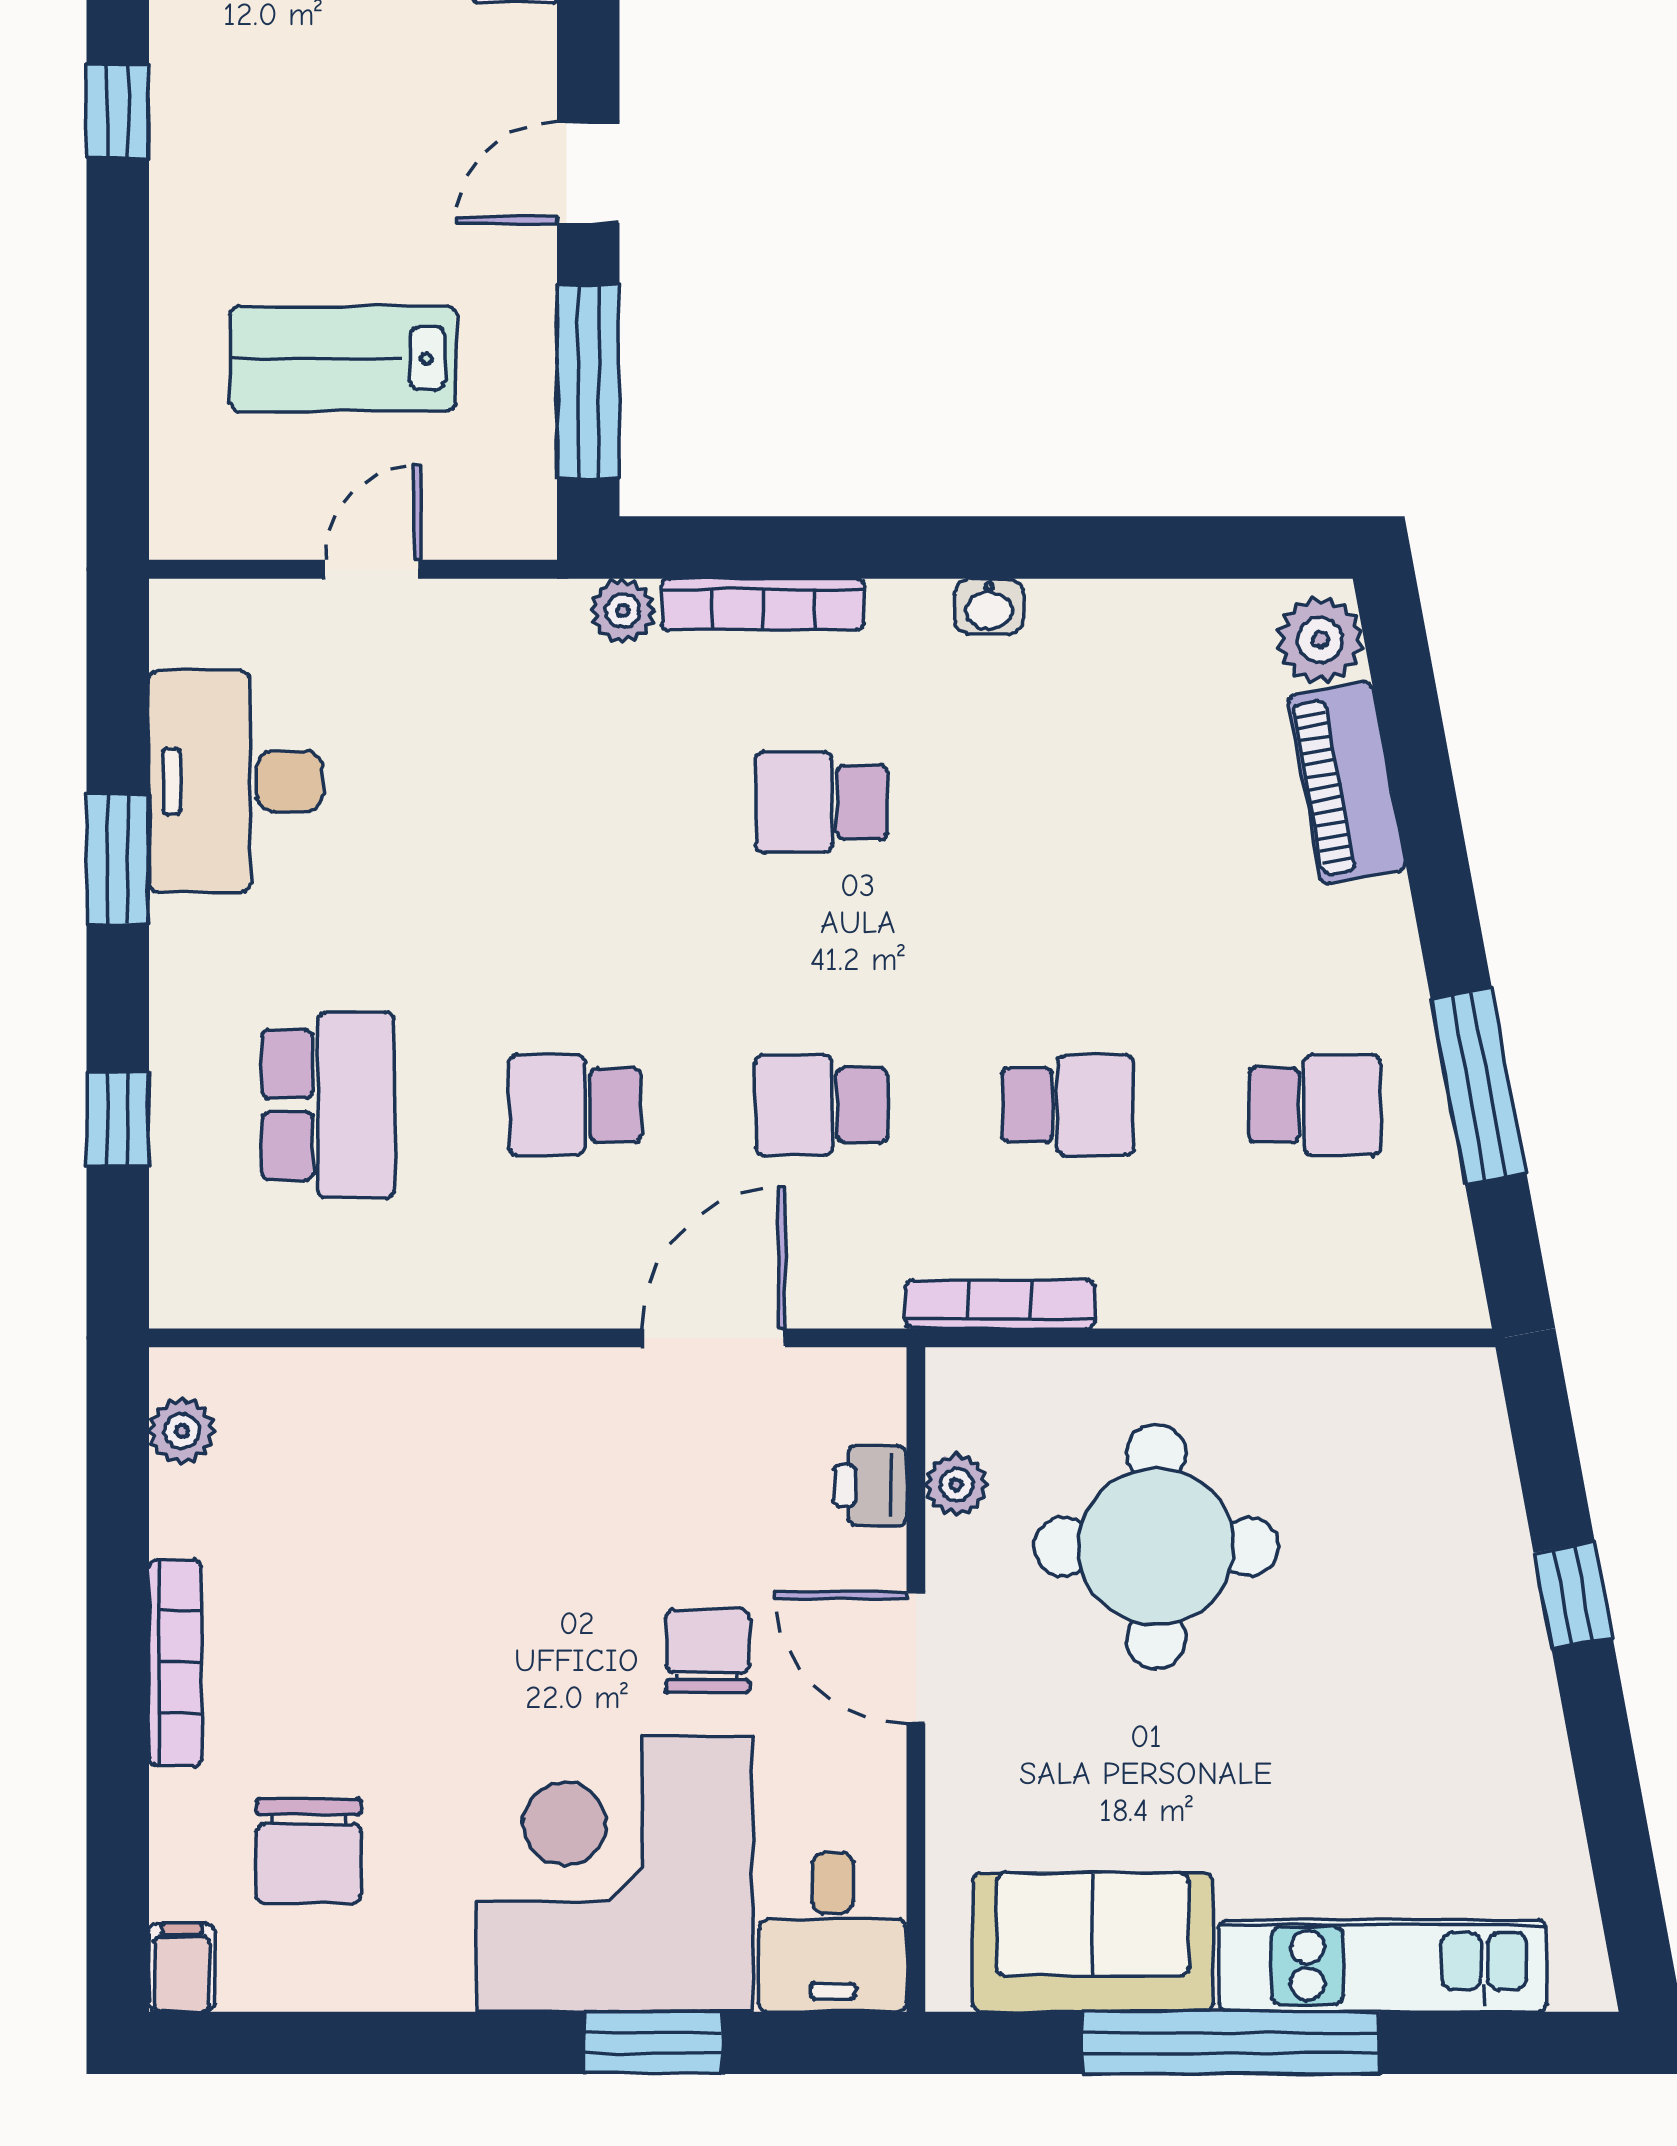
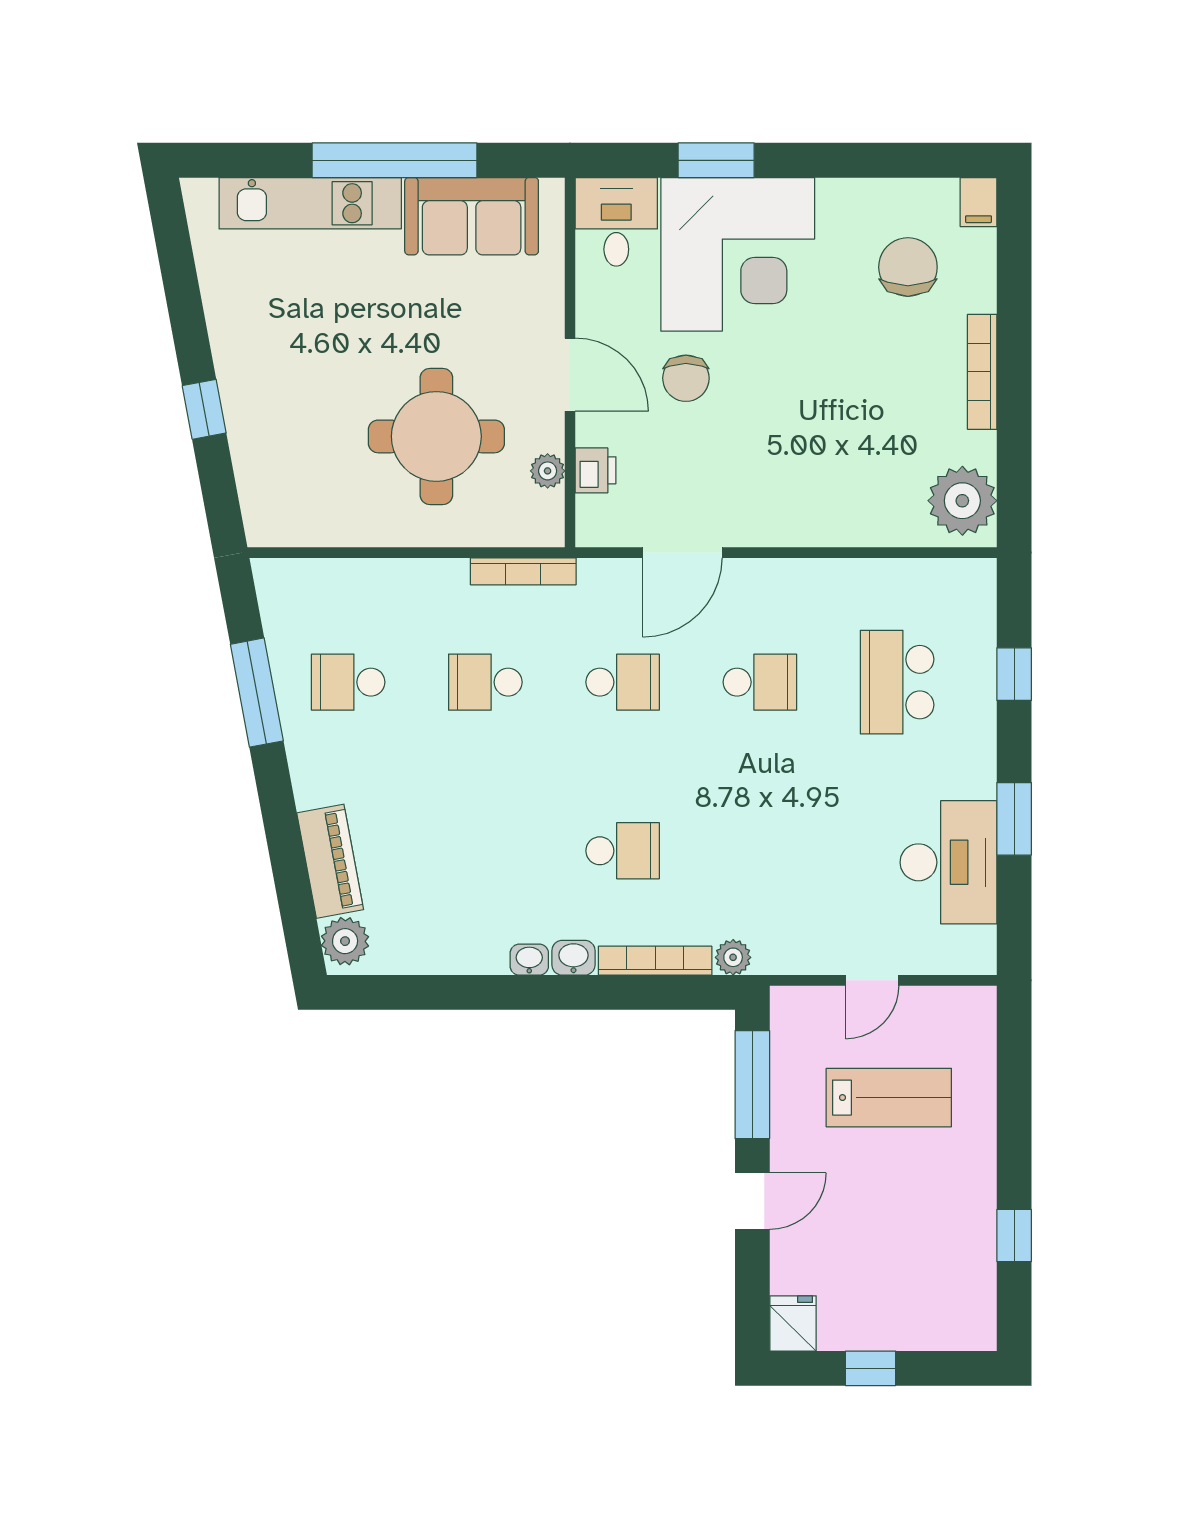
washbasin: (910, 610) -> (573, 958), added
plant: (182, 1431) -> (962, 501), width x1.87, depth x1.87

